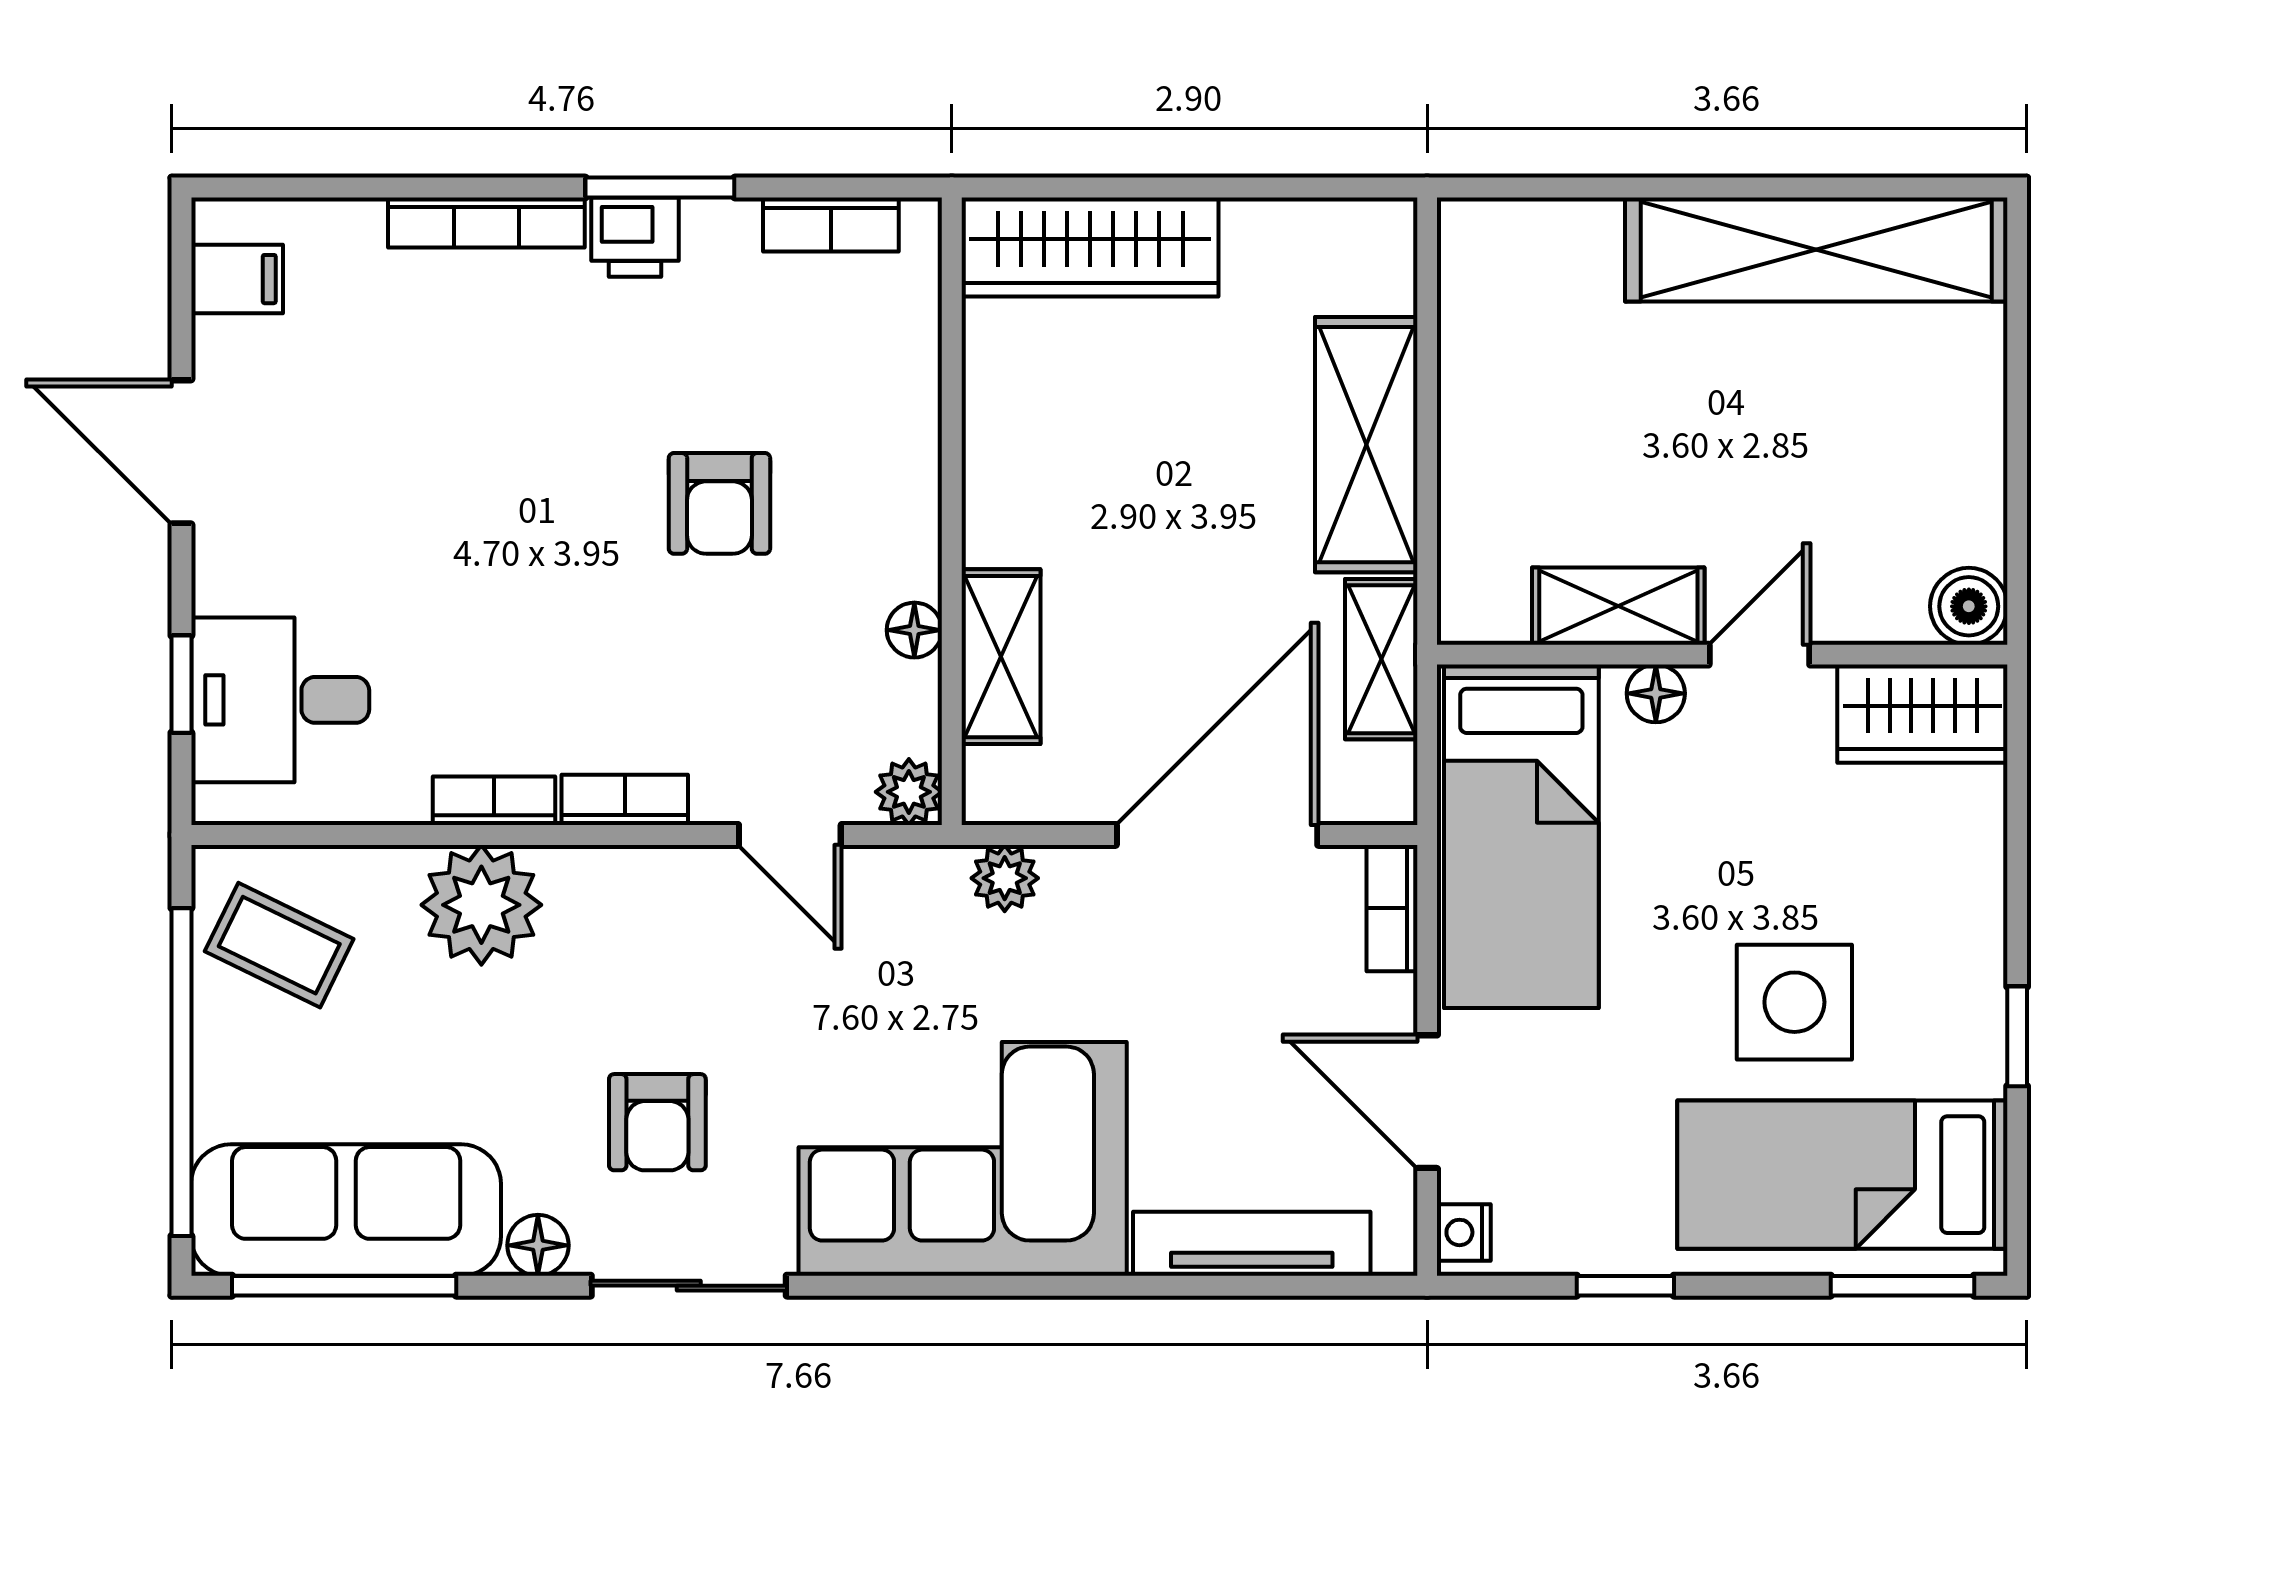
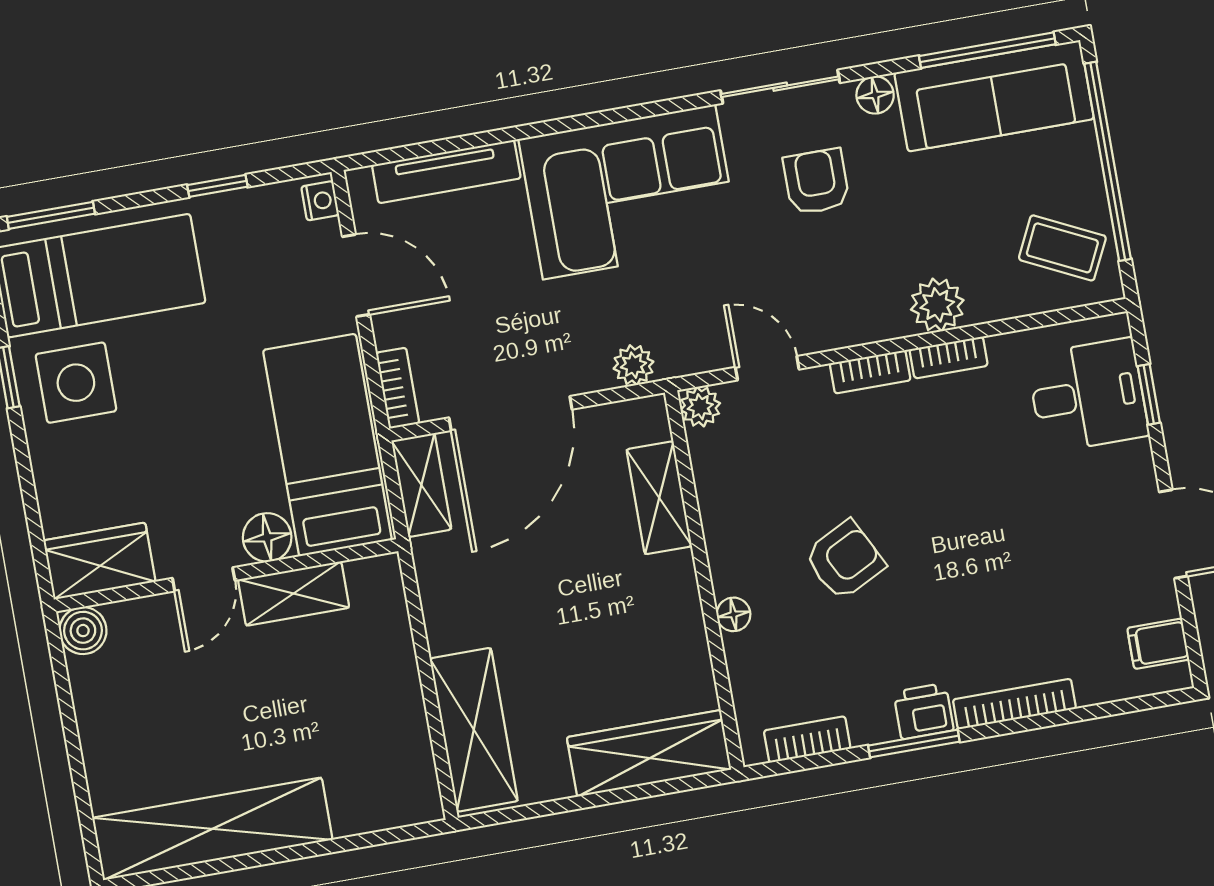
shelving: (1366, 445) -> (474, 730), moved
armchair: (719, 503) -> (845, 560), turned 63
floor lamp: (914, 630) -> (733, 614), moved
shelving: (1381, 659) -> (421, 485), moved
floor lamp: (1656, 693) -> (267, 537), width x1.37, depth x1.37
plant: (481, 905) -> (937, 305), width x0.73, depth x0.73
side table: (1794, 1002) -> (76, 383), moved

